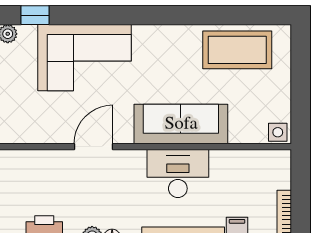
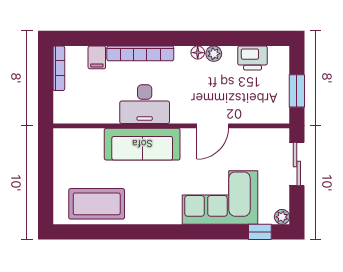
side table: (278, 132) -> (64, 137), removed

